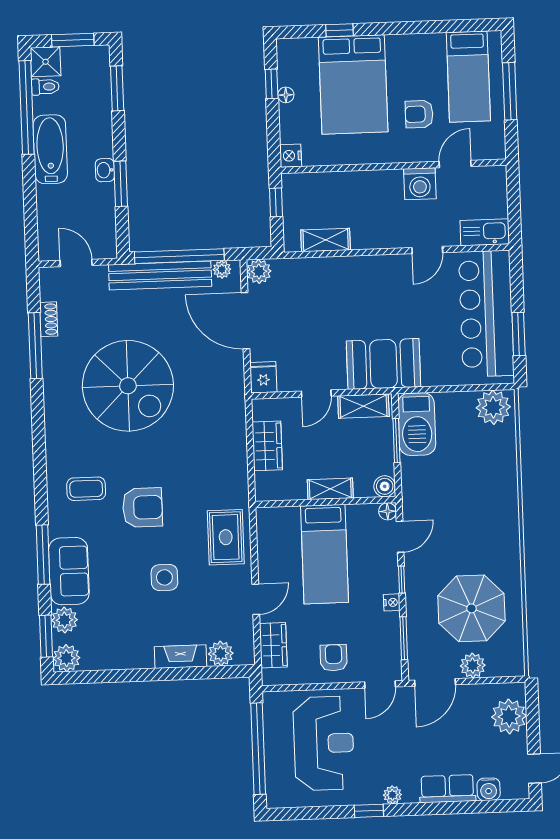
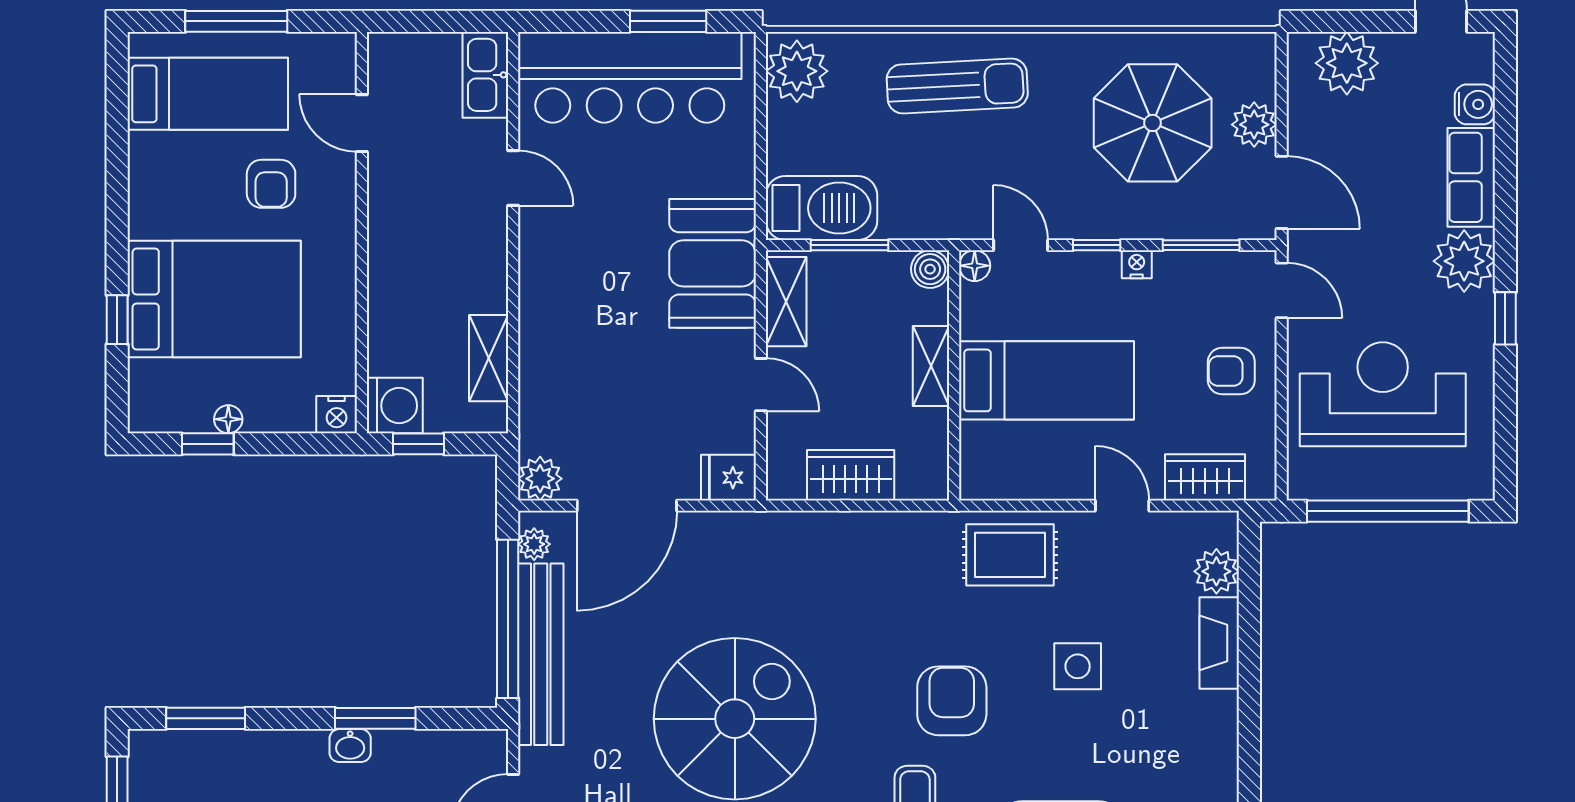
washing machine: (420, 184) -> (395, 406), moved
sun lounger: (488, 498) -> (957, 86), added
plant: (392, 795) -> (1464, 261), width x1.87, depth x1.87

